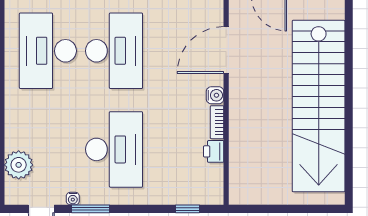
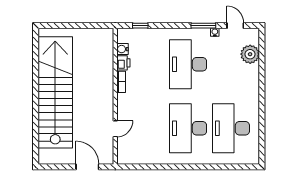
door: (226, 50) -> (115, 129), width x0.53
desk: (48, 51) -> (231, 128), turned 180
water cooler: (215, 95) -> (122, 49), moved

